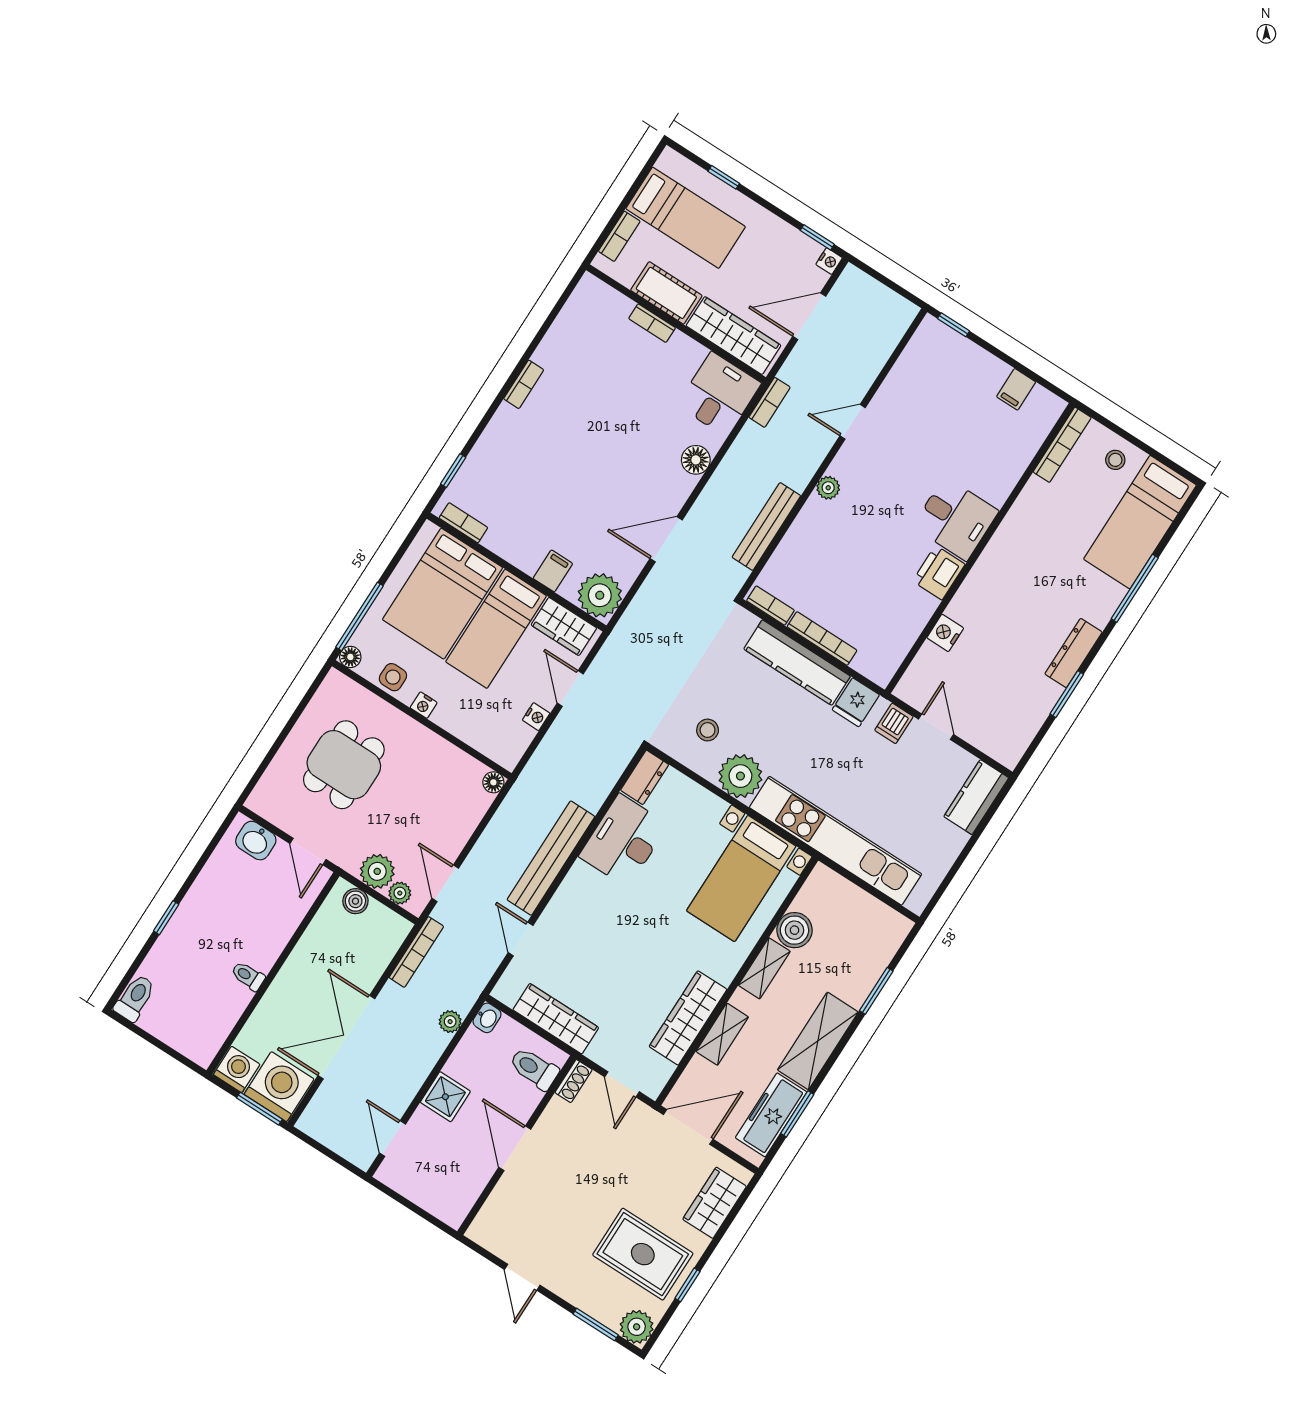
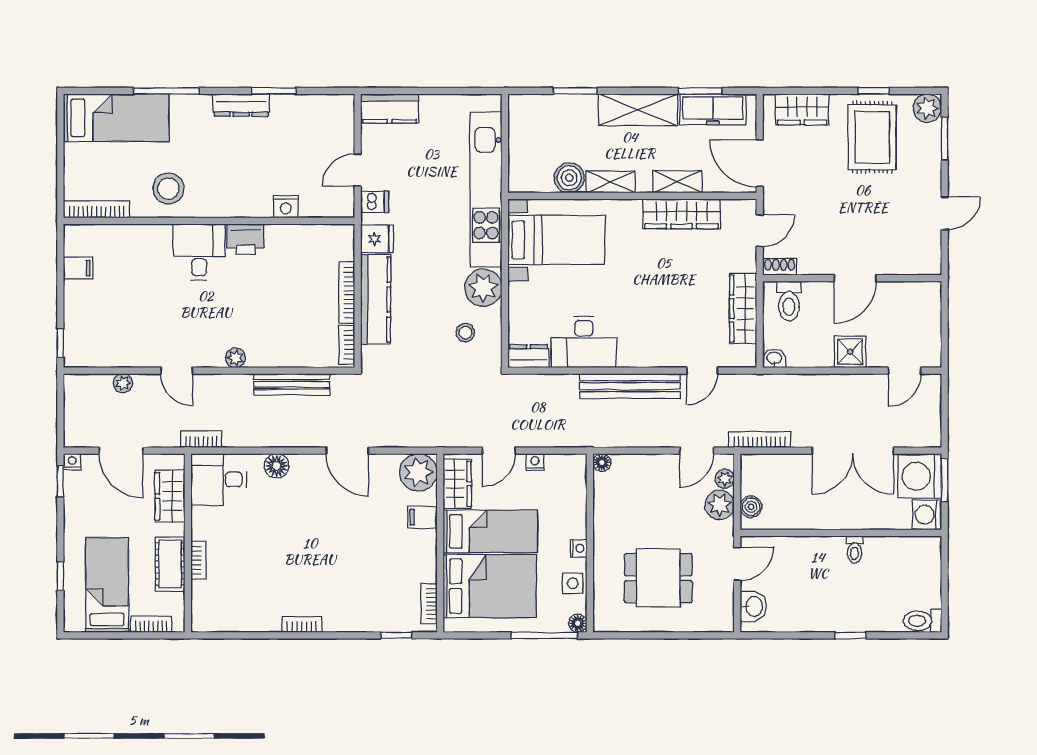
wardrobe: (733, 336) -> (170, 496), width x0.67
stool: (1115, 460) -> (168, 189), moved, width x1.89, depth x1.89
plant: (450, 1022) -> (123, 383), moved

